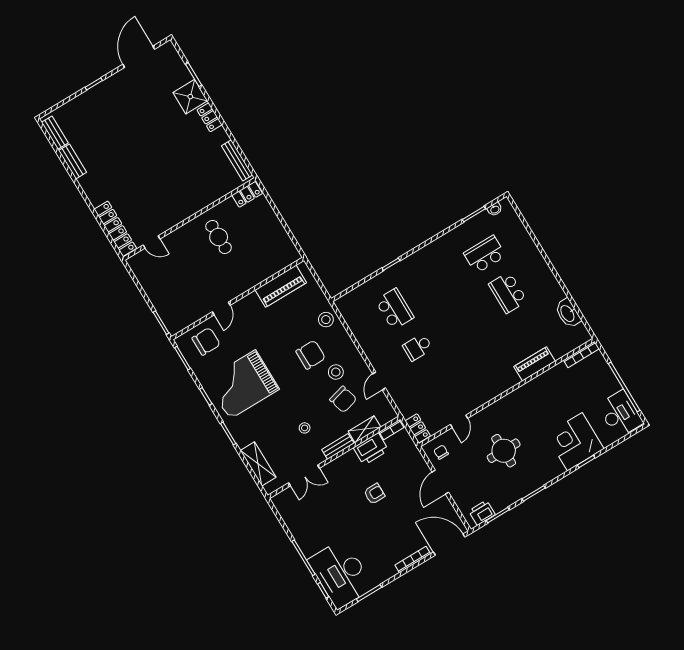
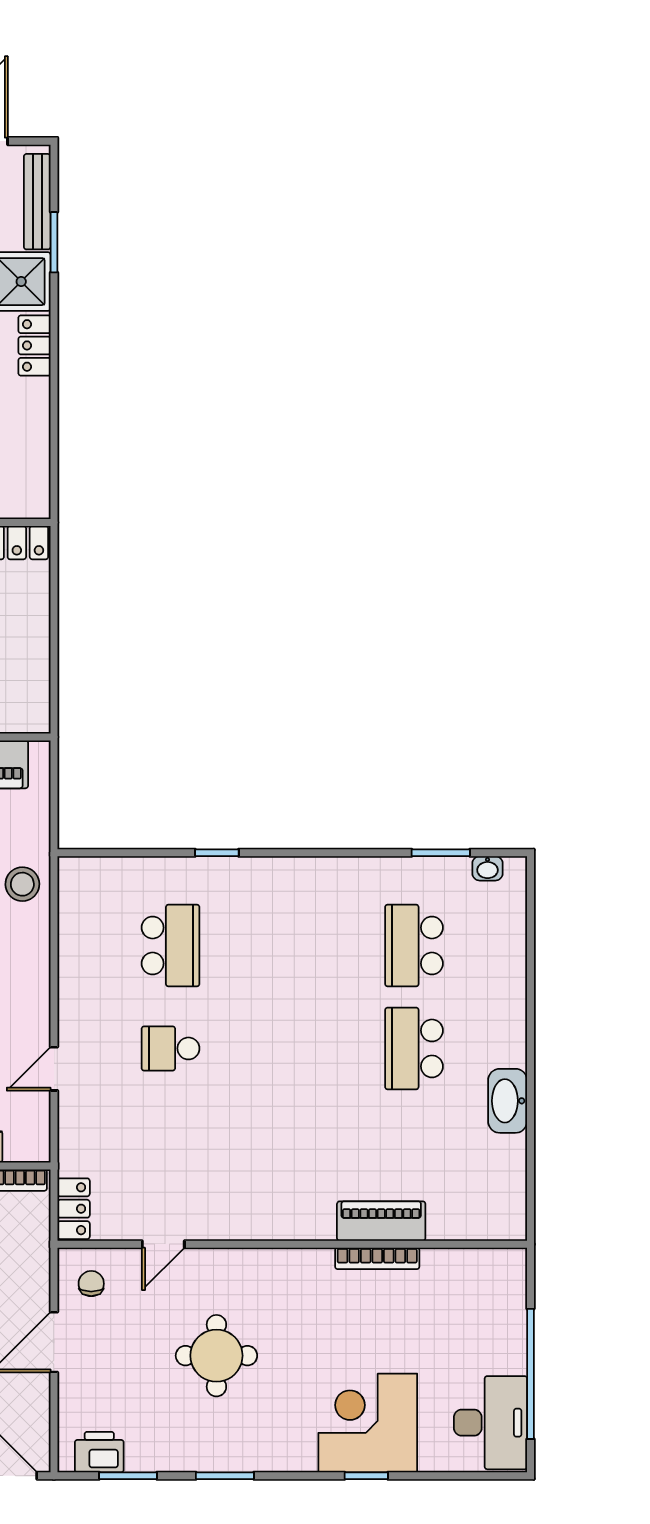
bench: (237, 160) -> (37, 202), moved
school desk: (485, 254) -> (414, 946), turned -90
washbasin: (568, 313) -> (508, 1101), moved
bookcase: (581, 354) -> (377, 1258), moved

